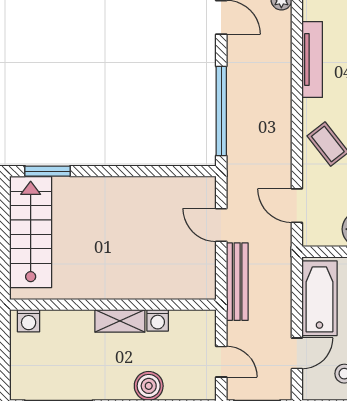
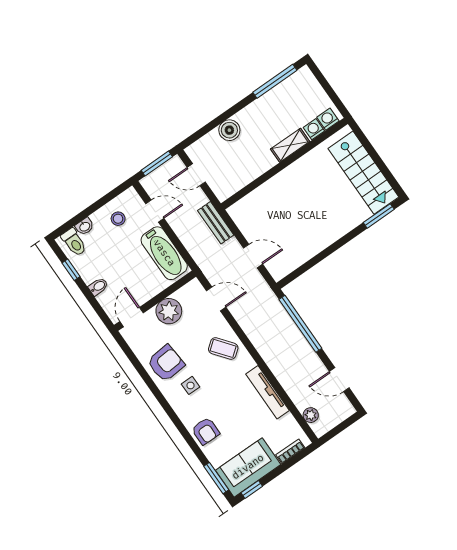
bench: (237, 282) -> (216, 223), width x0.73
washing machine: (158, 320) -> (314, 129), moved
shelving: (120, 321) -> (290, 145), moved
door: (297, 353) -> (155, 211), swing flipped

